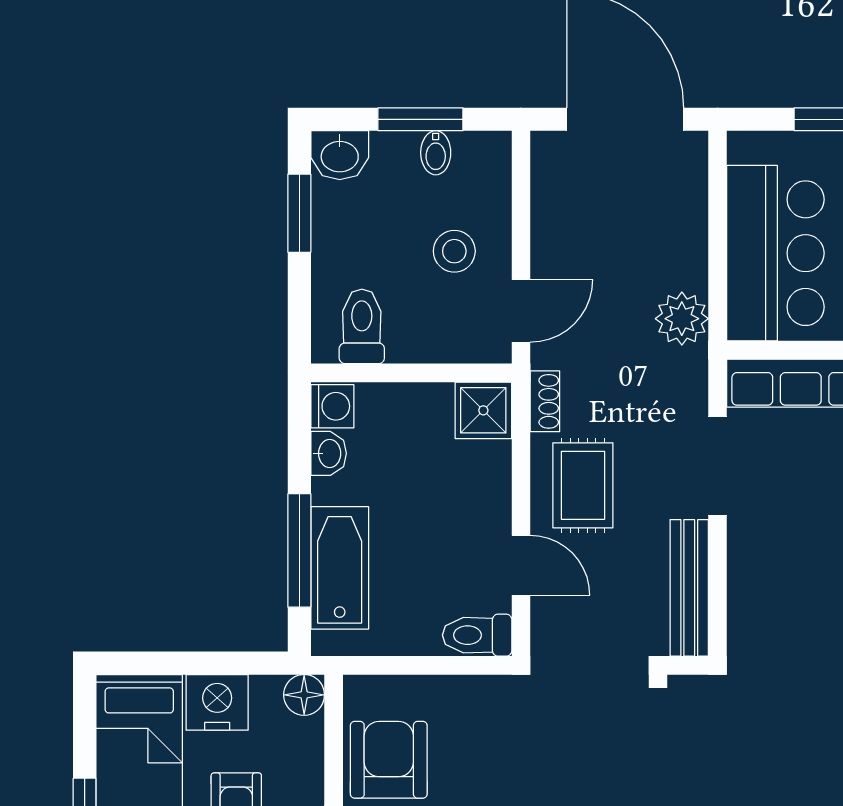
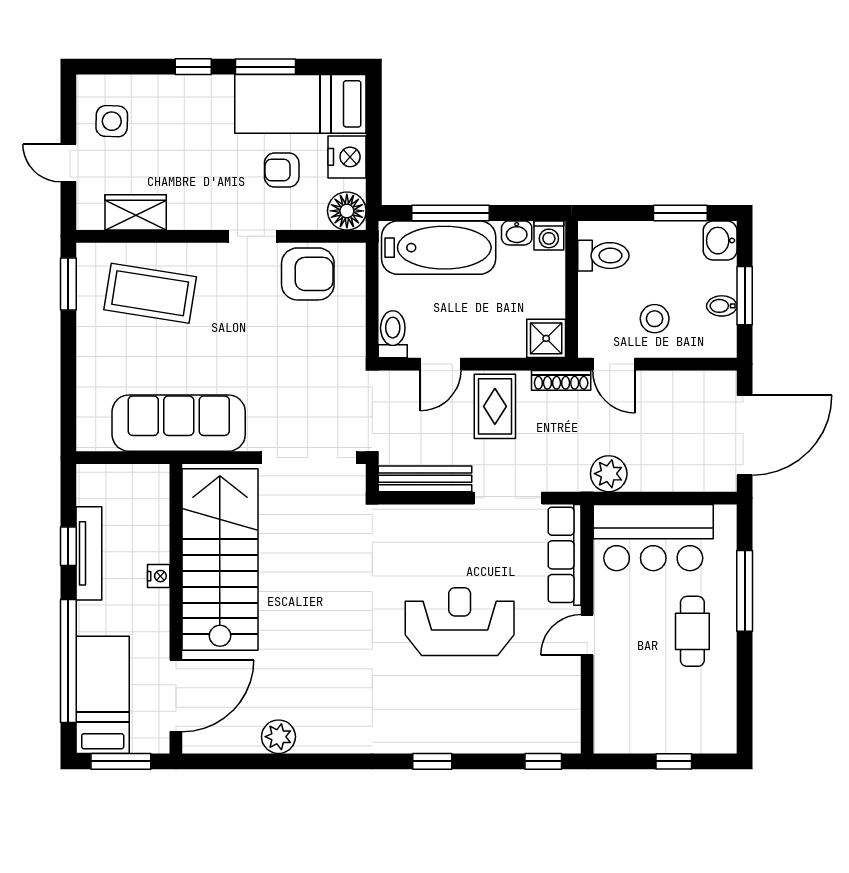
shoe rack: (545, 401) -> (561, 380), width x1.43
rug: (583, 485) -> (495, 406), turned 90
bathtub: (340, 568) -> (439, 248), width x1.36, depth x1.36
floor lamp: (304, 695) -> (347, 211), width x1.38, depth x1.38

